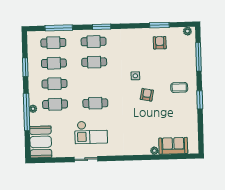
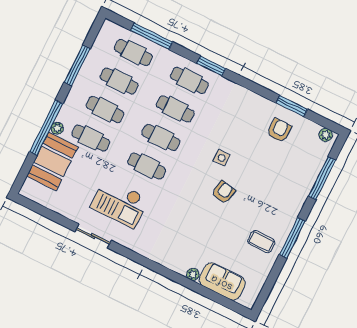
window: (25, 67) -> (77, 65), width x1.44
cafe table: (95, 83) -> (161, 137), added
coffee table: (179, 87) -> (261, 242), moved
window: (200, 100) -> (292, 238), width x1.44
booth: (41, 142) -> (52, 162), moved

